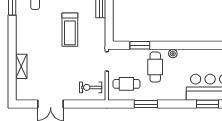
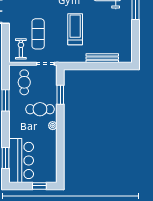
treadmill: (70, 30) -> (75, 29), turned 90
exercise mat: (75, 69) -> (38, 34), added

